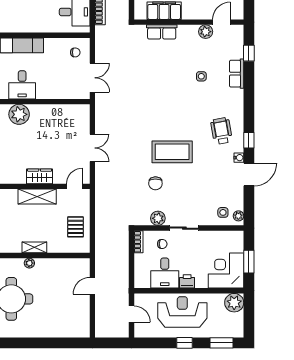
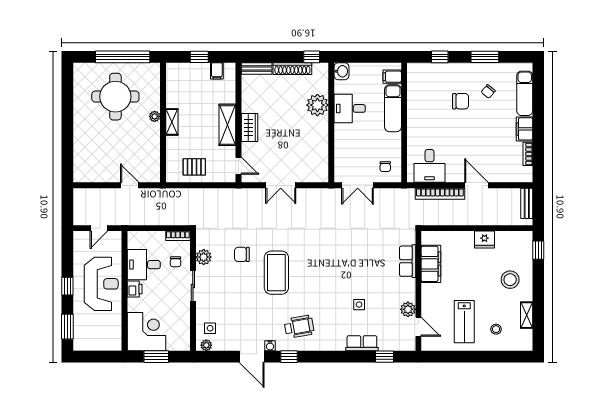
plant: (234, 303) -> (111, 341), removed

